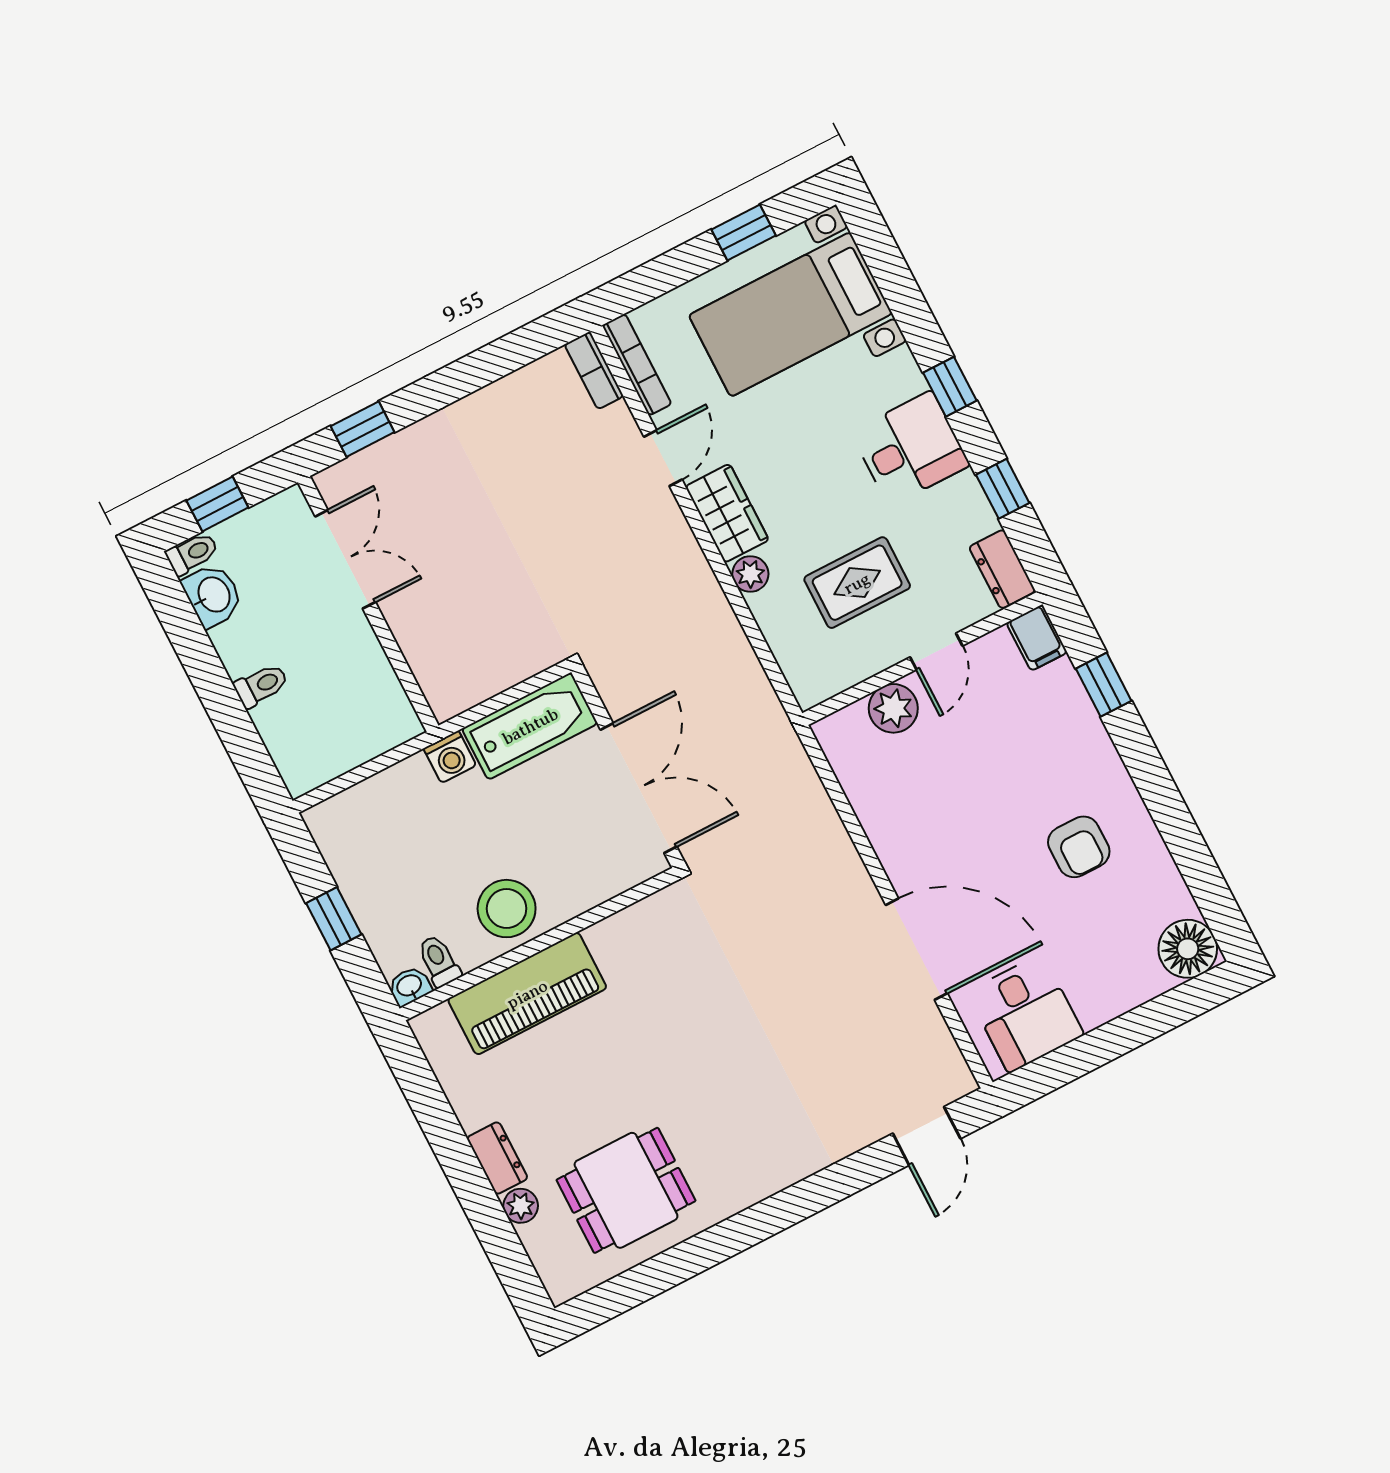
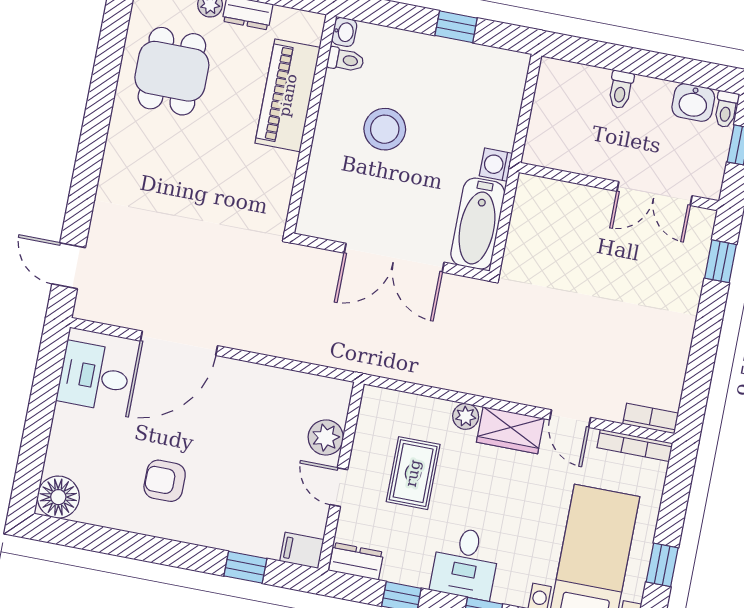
wall: (539, 944) -> (310, 124), moved
toilet: (439, 961) -> (345, 60), moved
washbasin: (410, 986) -> (344, 32), moved
piano: (527, 994) -> (288, 95), moved

